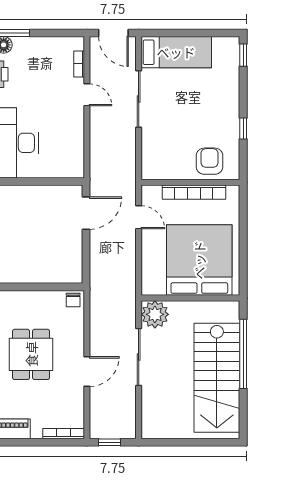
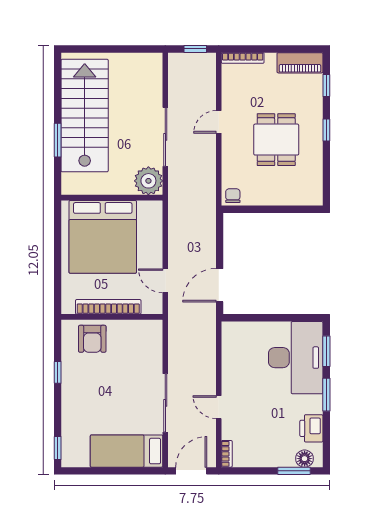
door: (113, 33) -> (191, 471), hinge flipped
bookcase: (79, 64) -> (227, 454), moved
window: (243, 354) -> (58, 140), width x0.47
door: (87, 372) -> (219, 122), width x0.73

